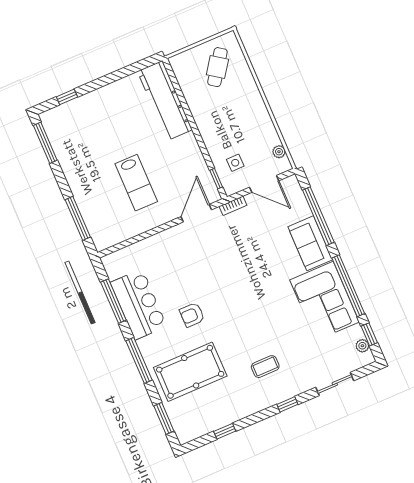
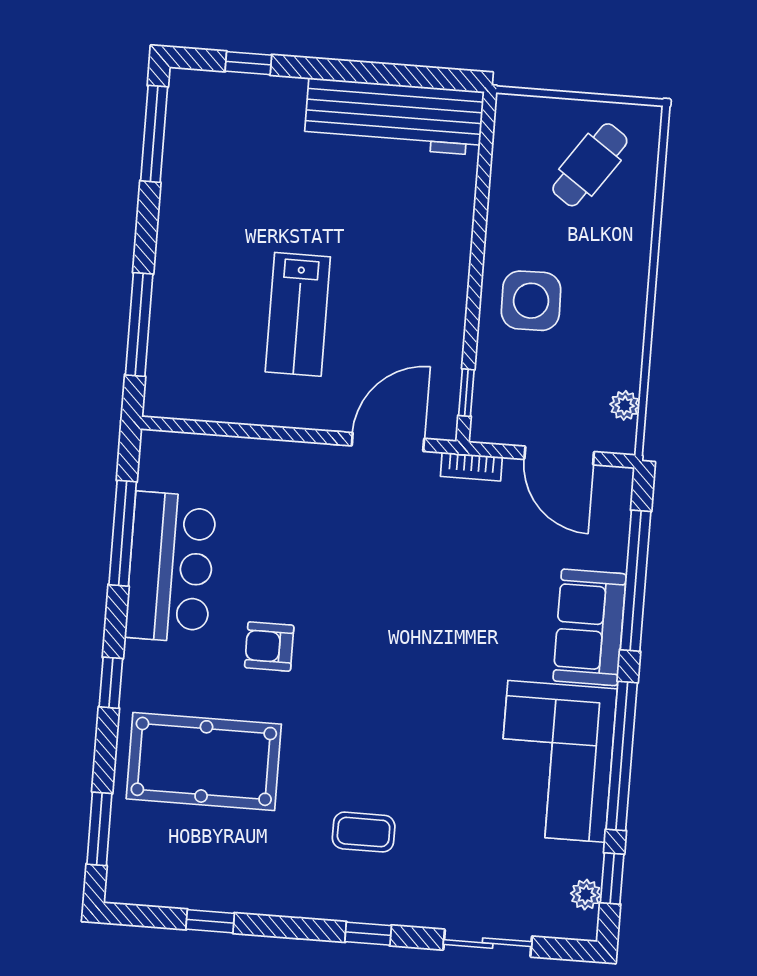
workbench: (165, 101) -> (394, 117), moved, turned -90
side table: (235, 163) -> (531, 301), moved, width x1.87, depth x1.87
window: (139, 360) -> (111, 683), width x0.46

